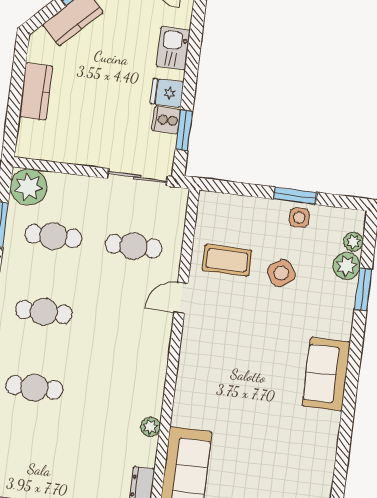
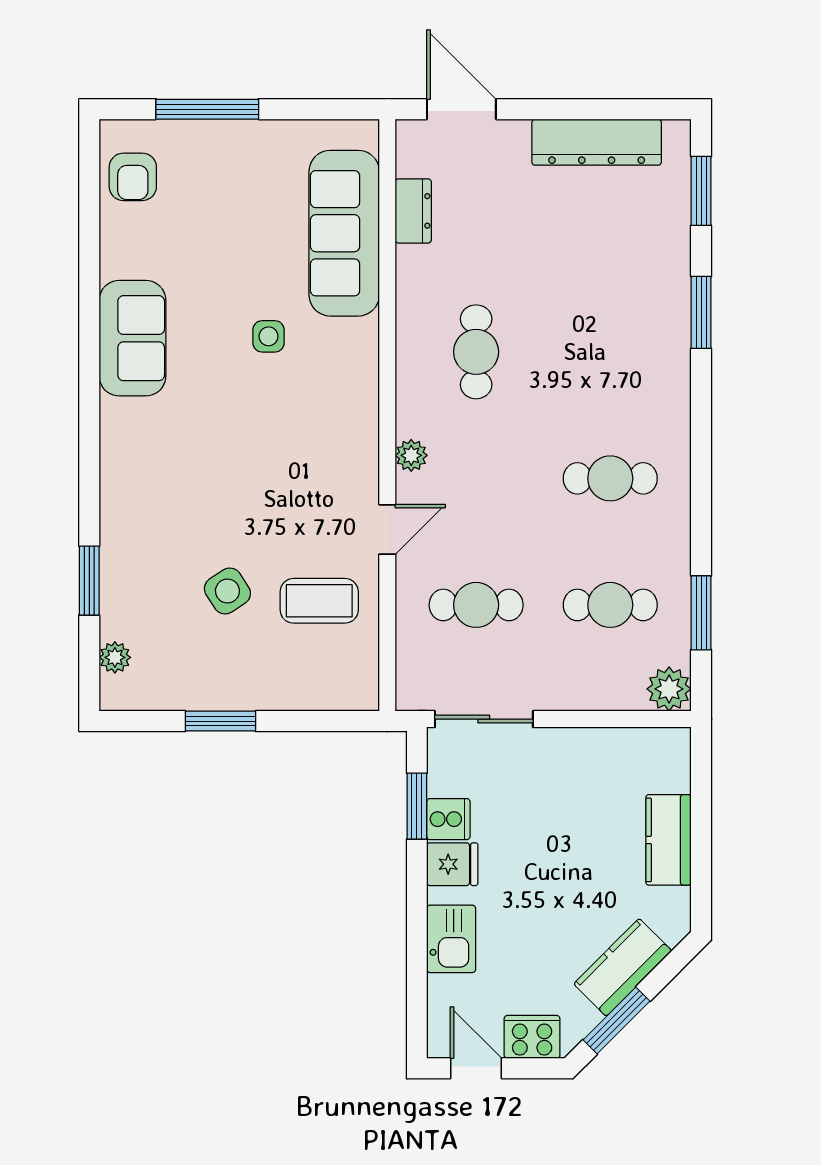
plant: (29, 187) -> (669, 689), width x0.73, depth x0.73
side table: (299, 218) -> (269, 336), moved
plant: (346, 266) -> (122, 616), removed
sofa: (326, 374) -> (133, 338), moved
cafe table: (34, 388) -> (476, 352), moved, turned 90
plant: (150, 427) -> (411, 455), moved

